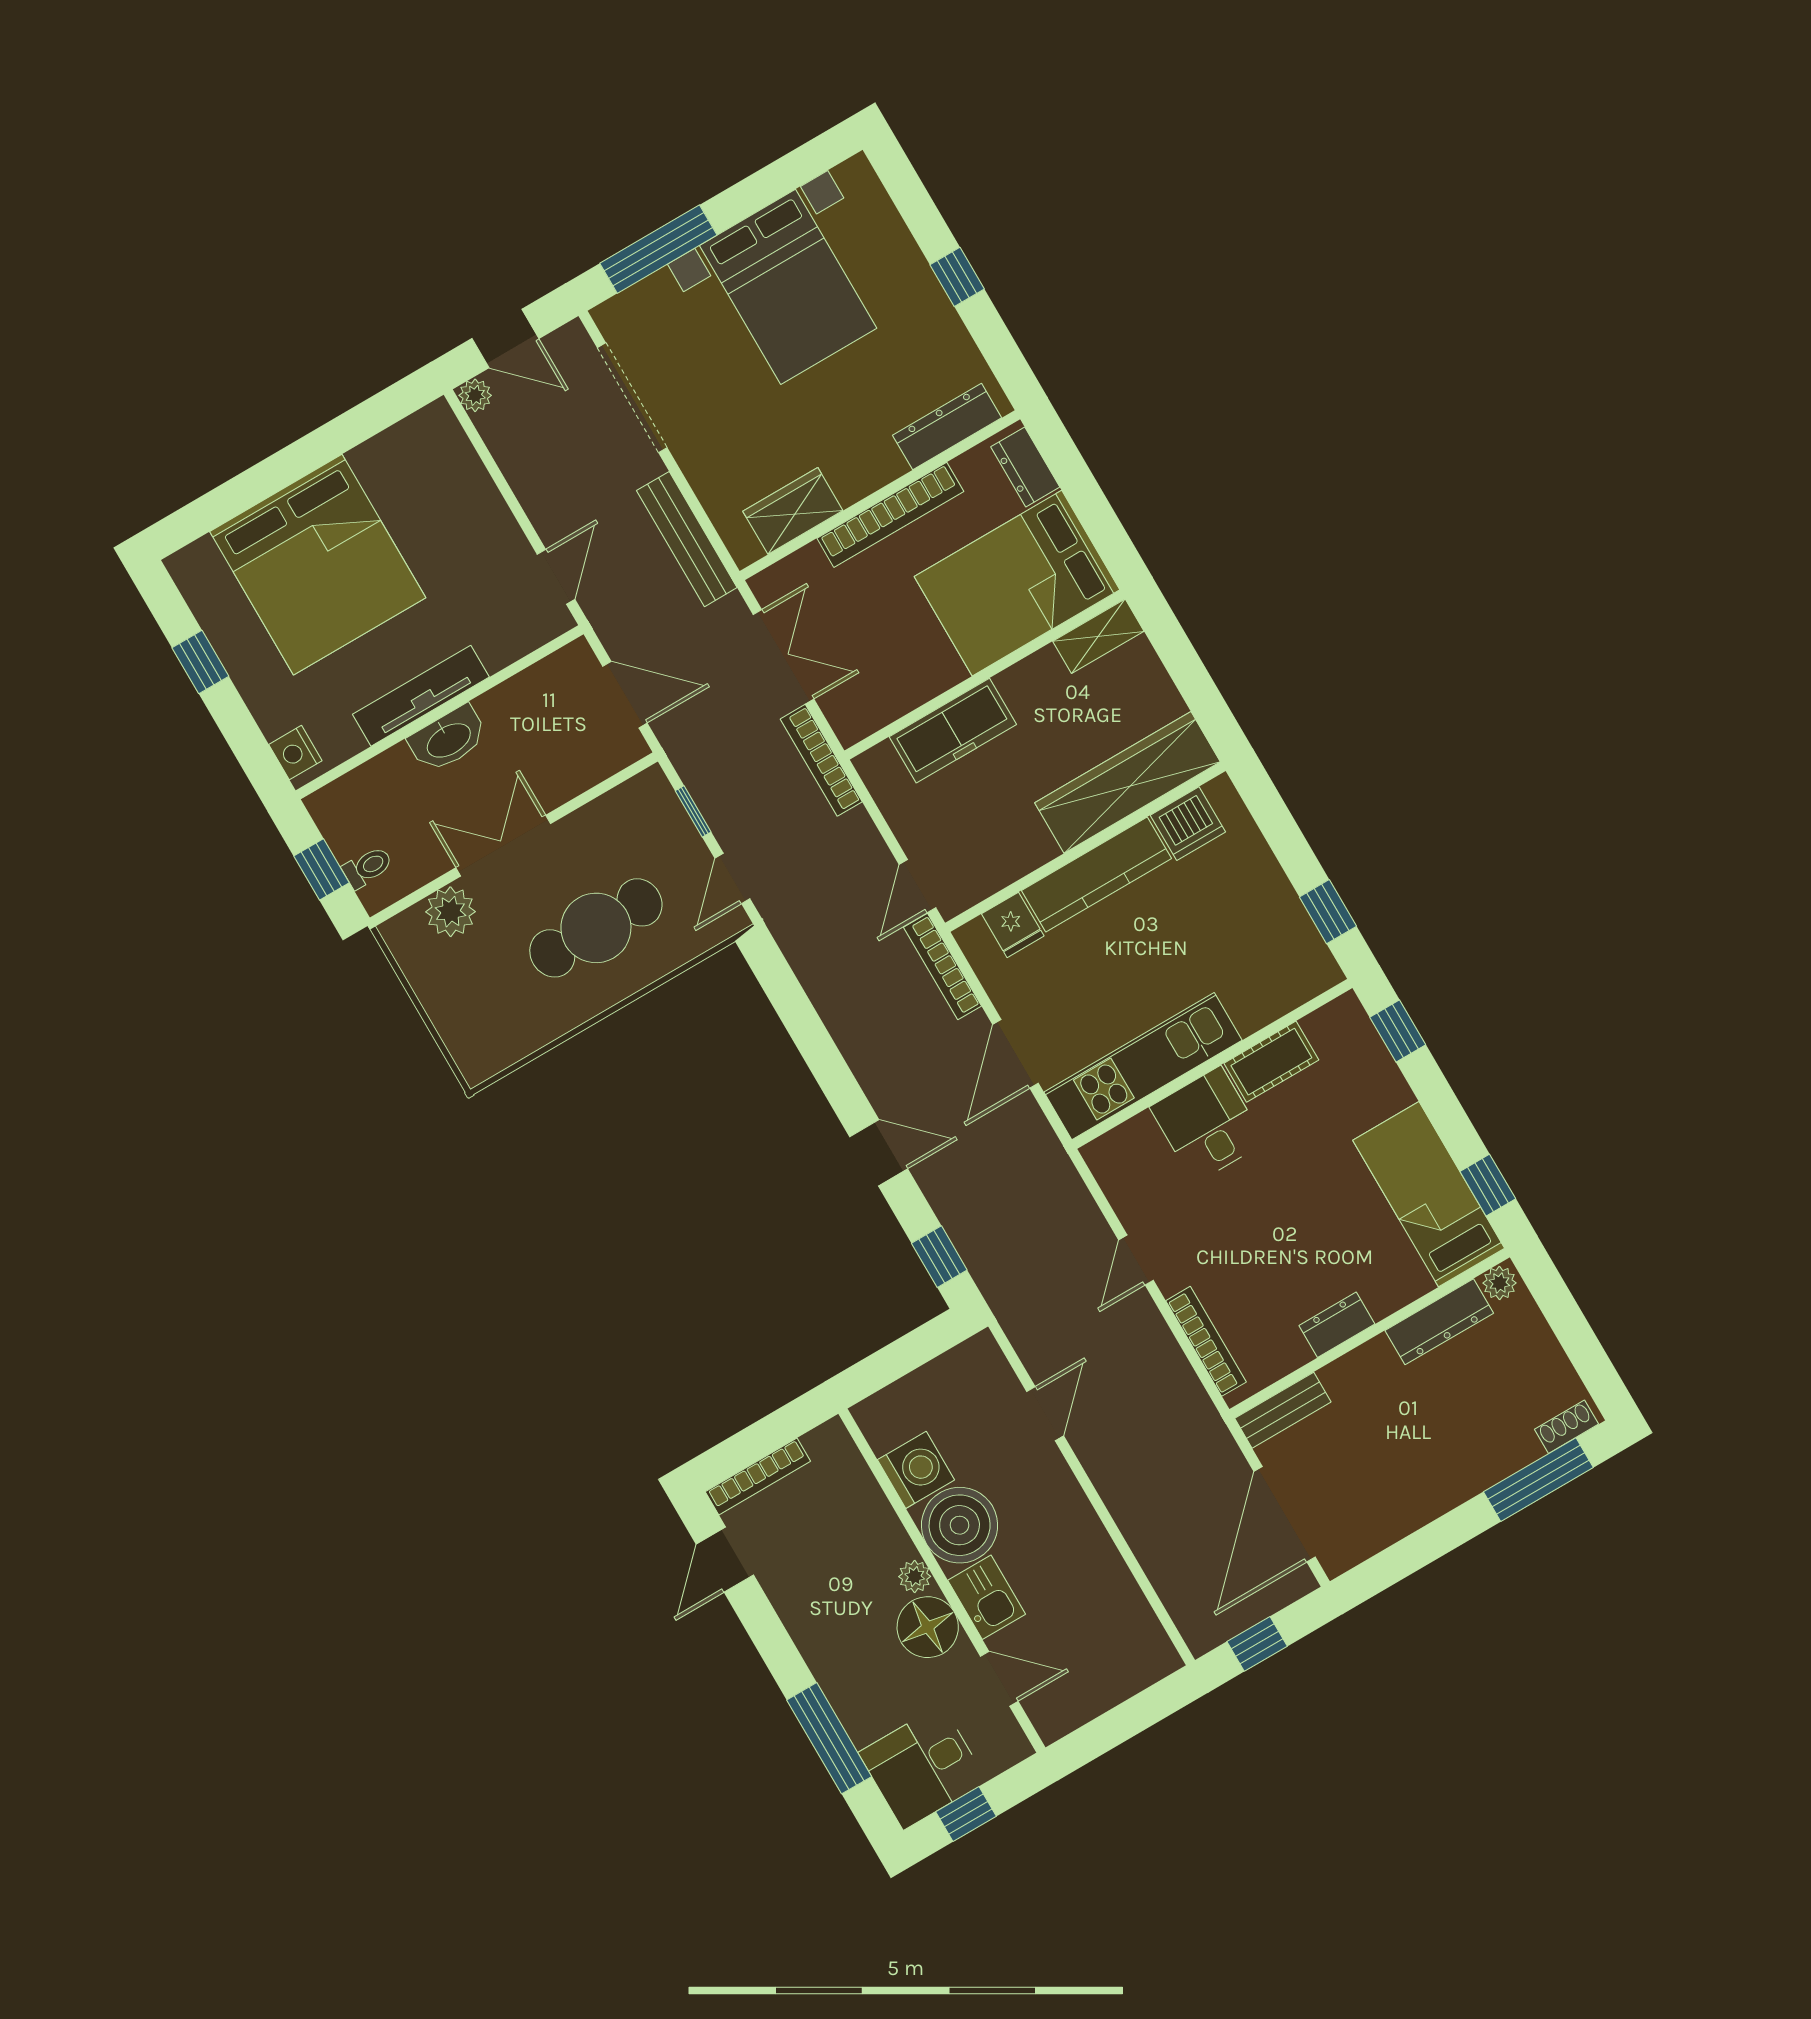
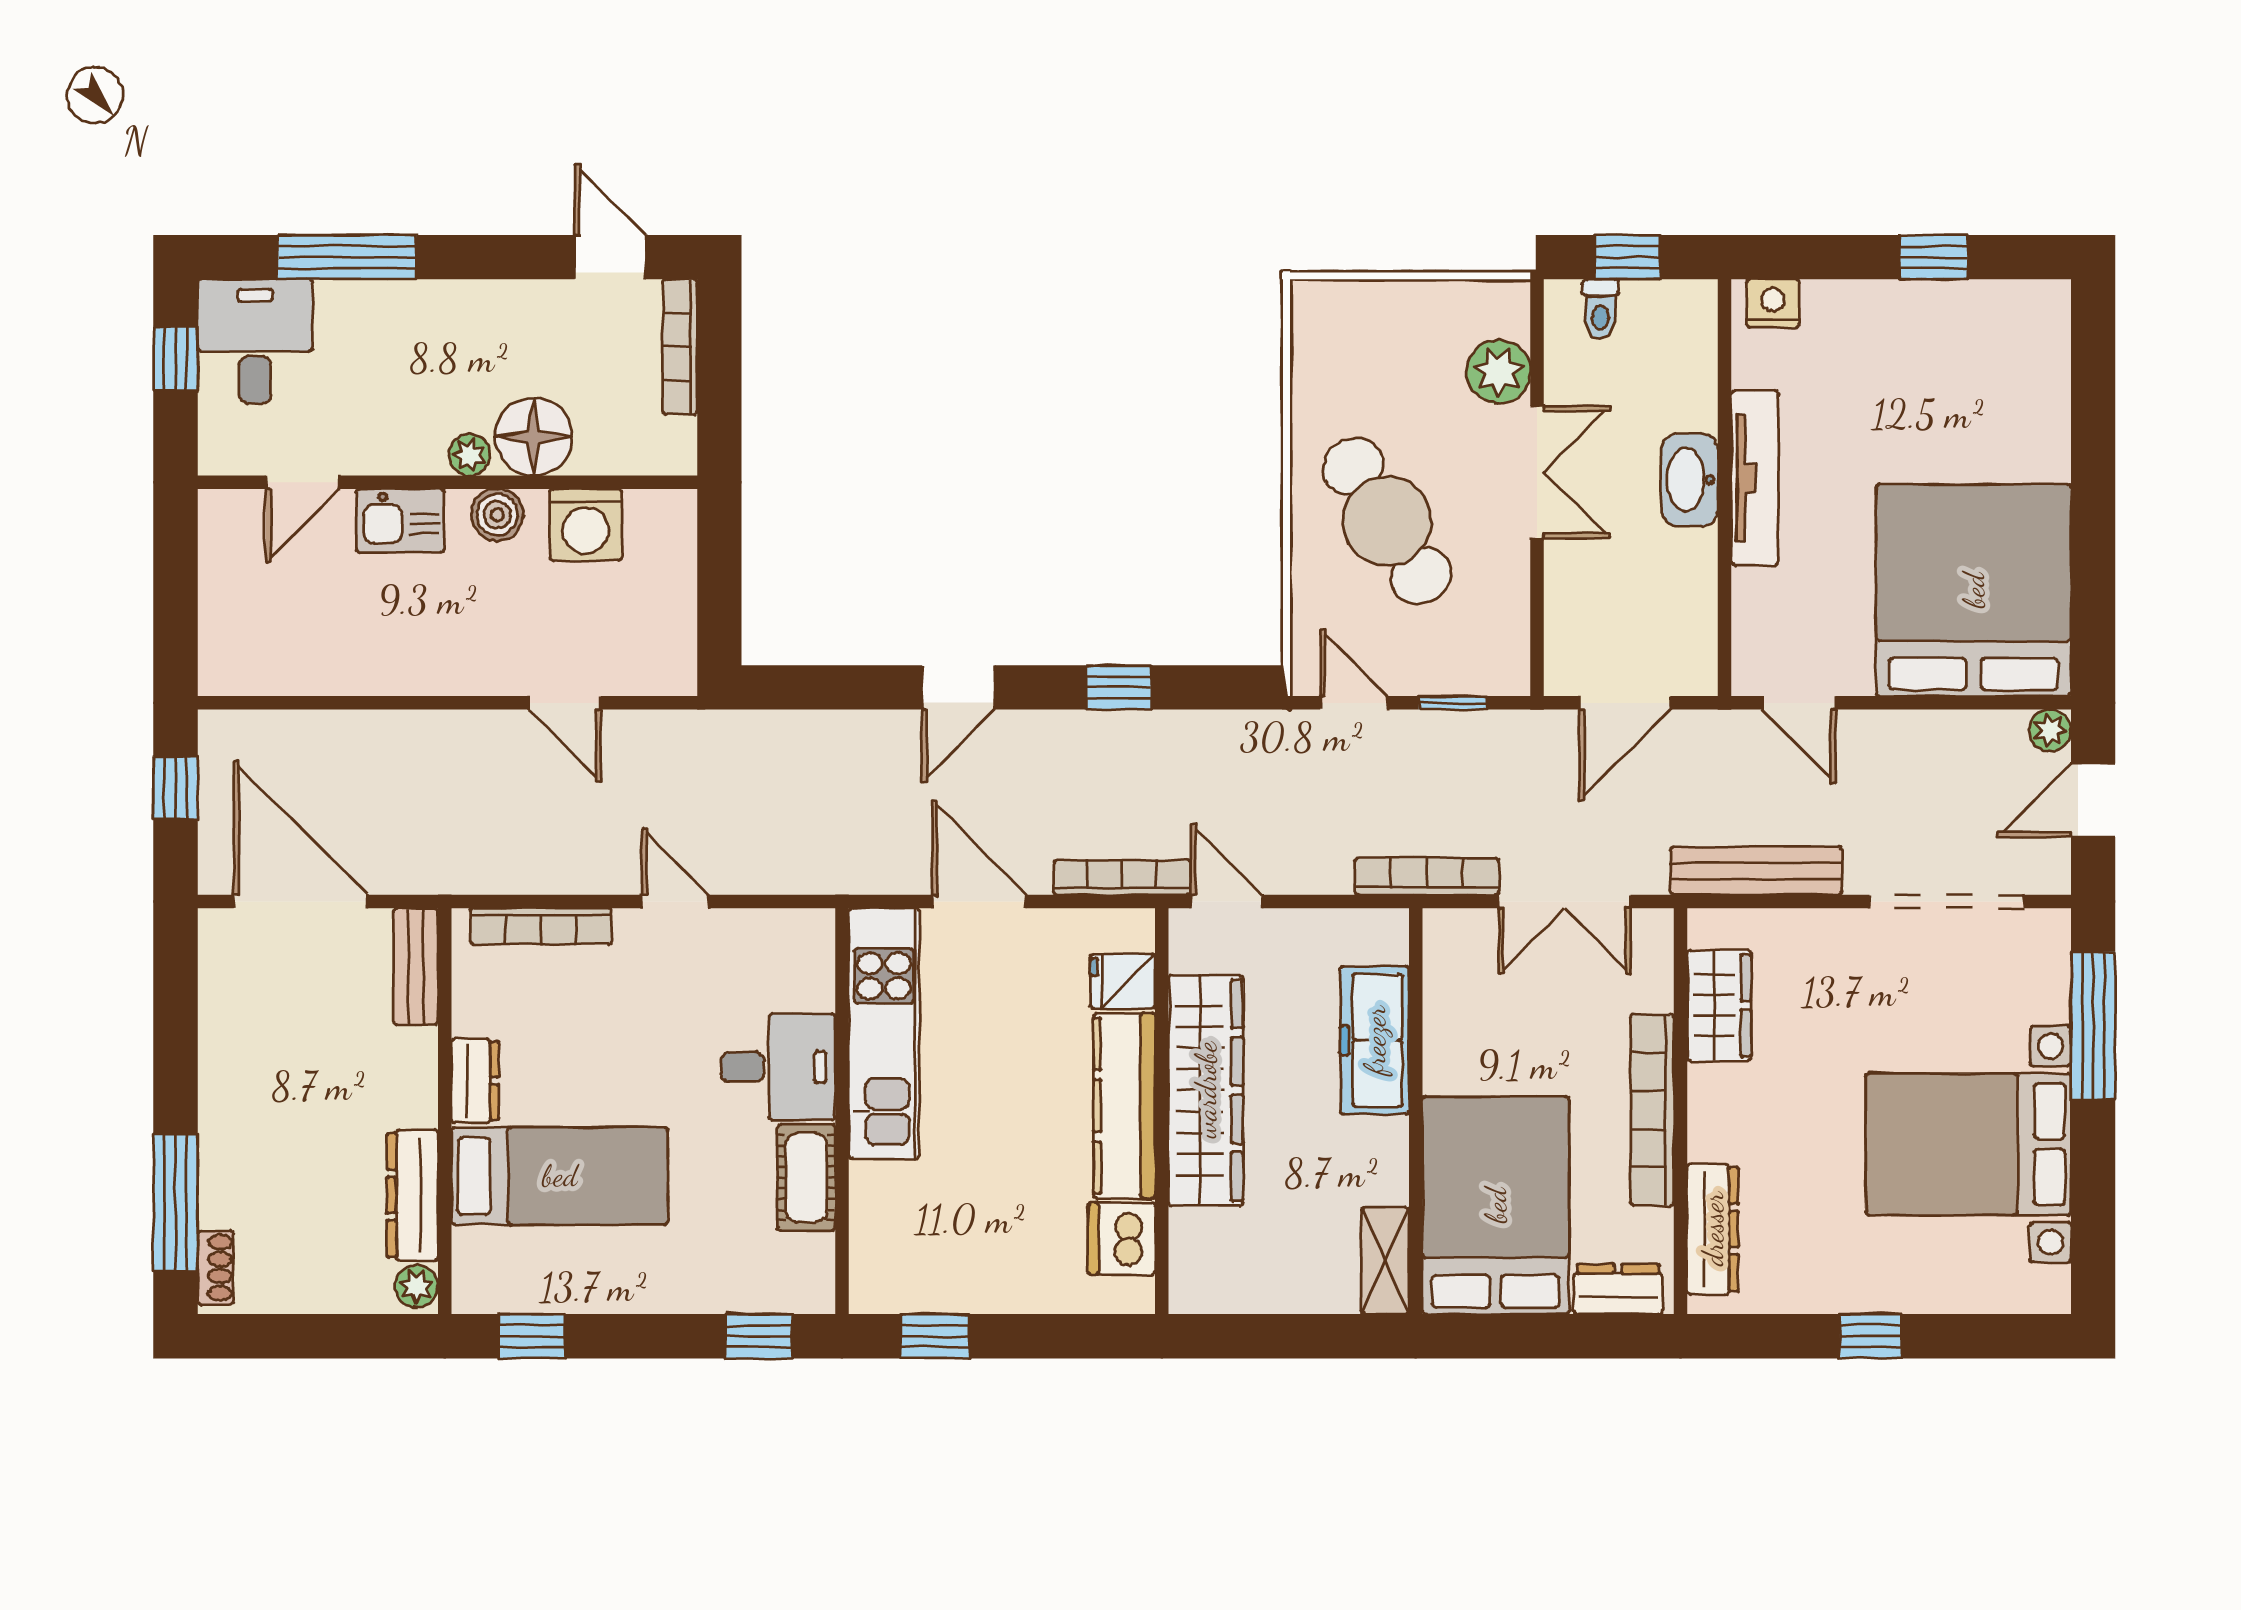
bed: (318, 565) -> (1974, 590), moved, turned 90
wardrobe: (1127, 782) -> (1206, 1090), moved
cafe table: (596, 928) -> (1387, 521), turned -32
bed: (1429, 1194) -> (560, 1176), moved
window: (939, 1257) -> (1118, 687), moved
boiler: (960, 1525) -> (497, 515), width x0.54, depth x0.54
floor lamp: (928, 1627) -> (534, 437), moved

